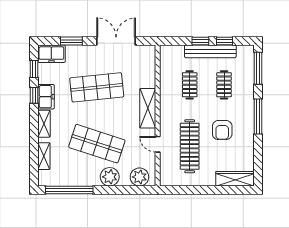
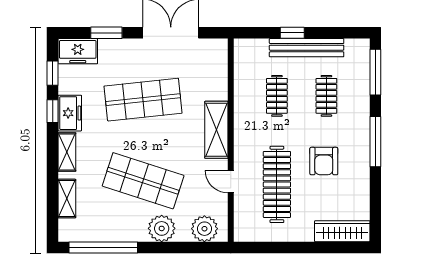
window: (224, 41) -> (327, 33), removed

